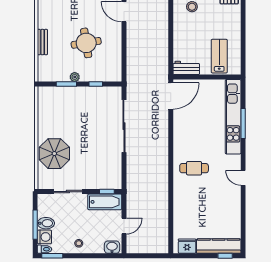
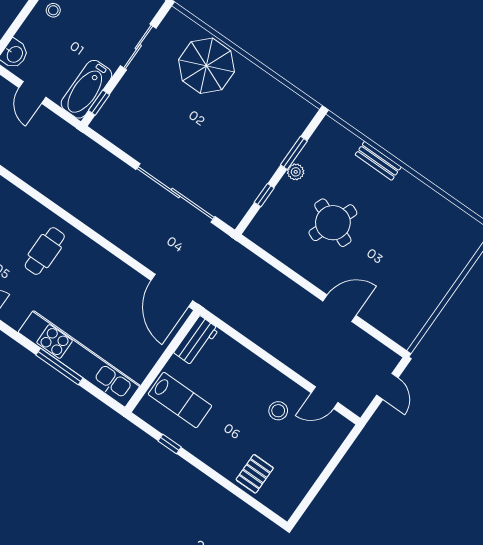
round table: (86, 43) -> (333, 223), turned 31
window: (243, 46) -> (170, 444), added

